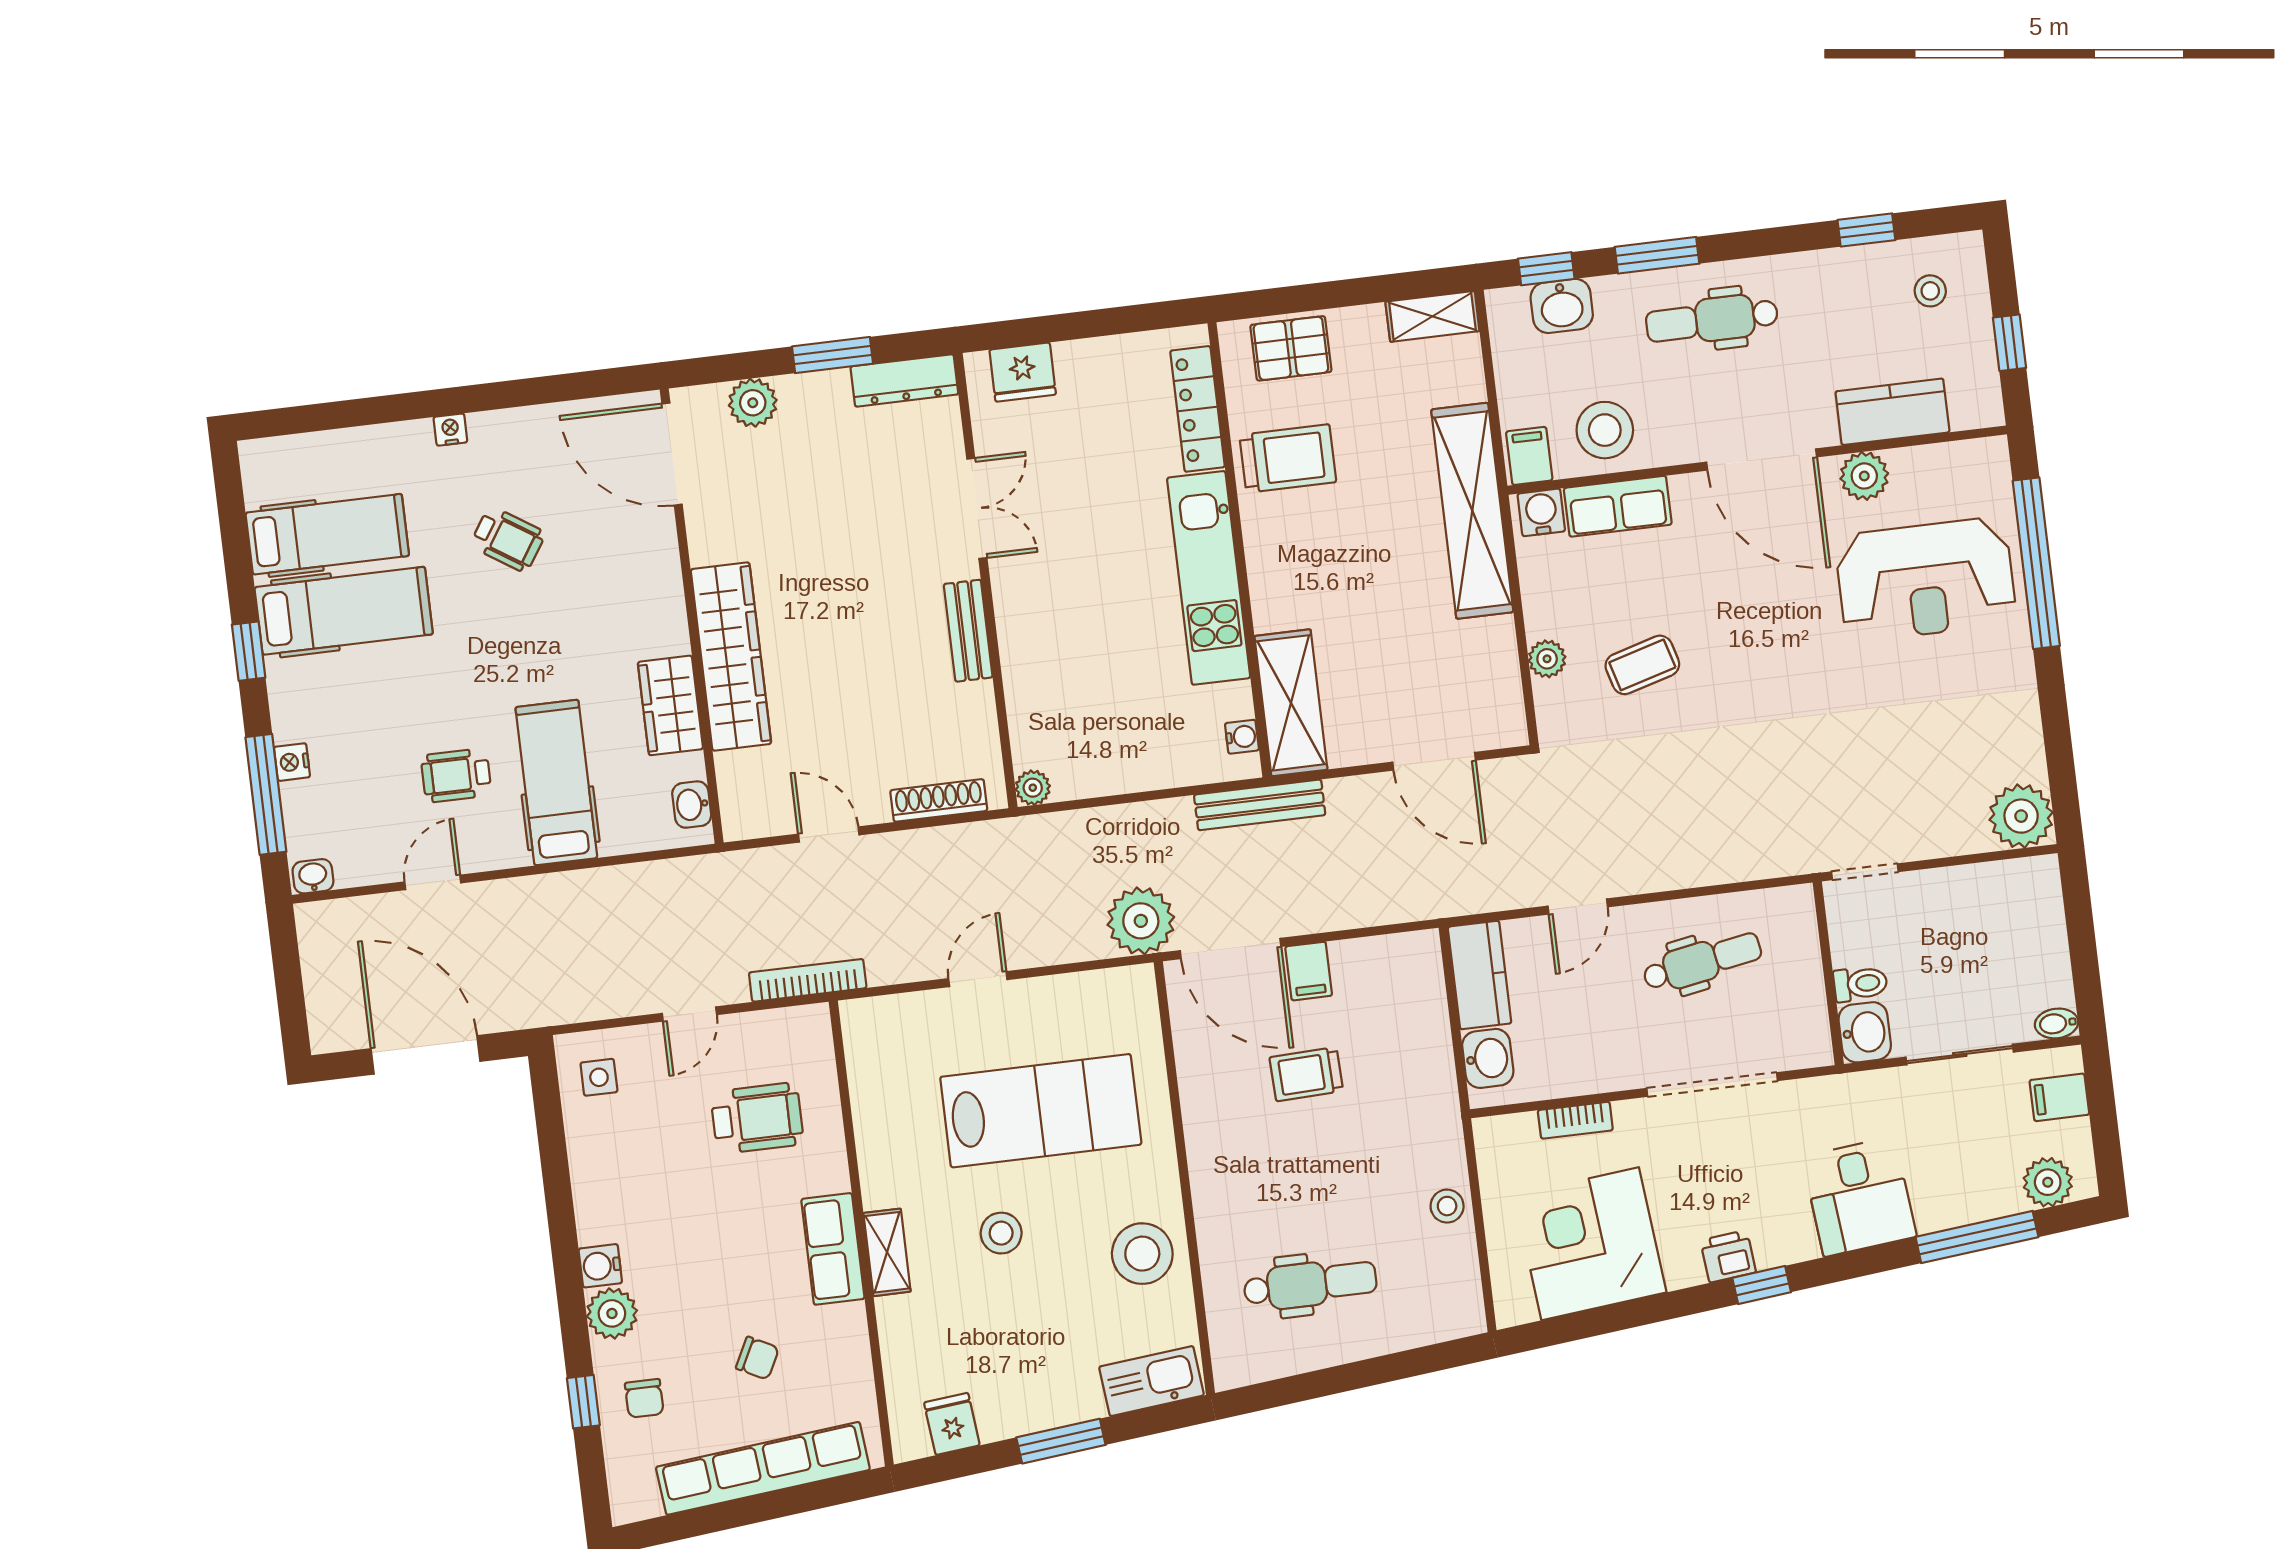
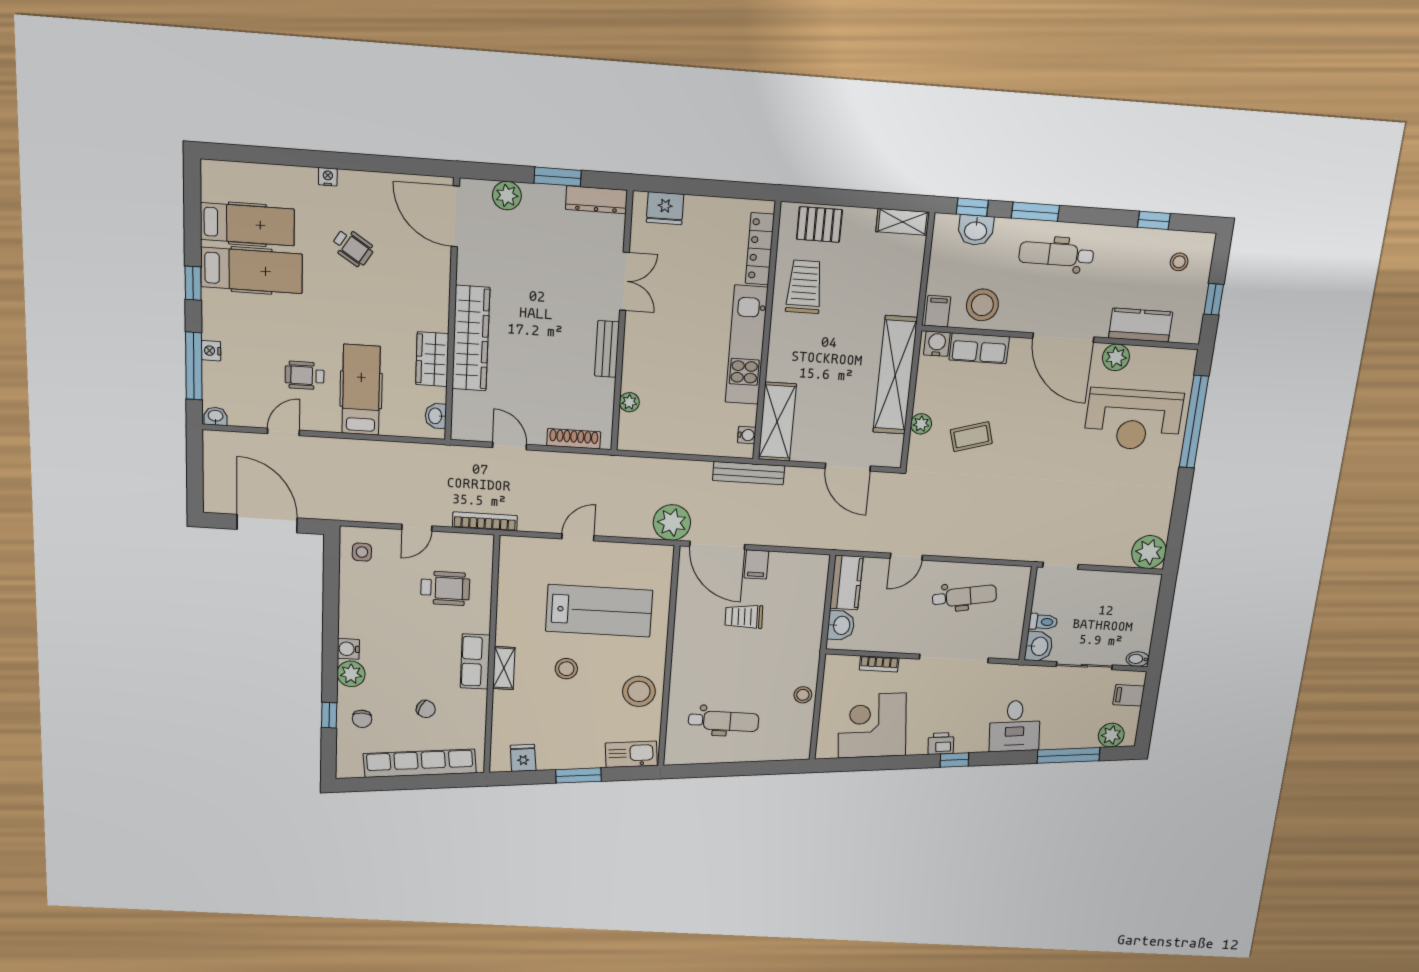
trolley: (1288, 459) -> (804, 287), turned -90
shelving: (1472, 511) -> (895, 375), moved
plant: (1033, 788) -> (629, 402), moved

